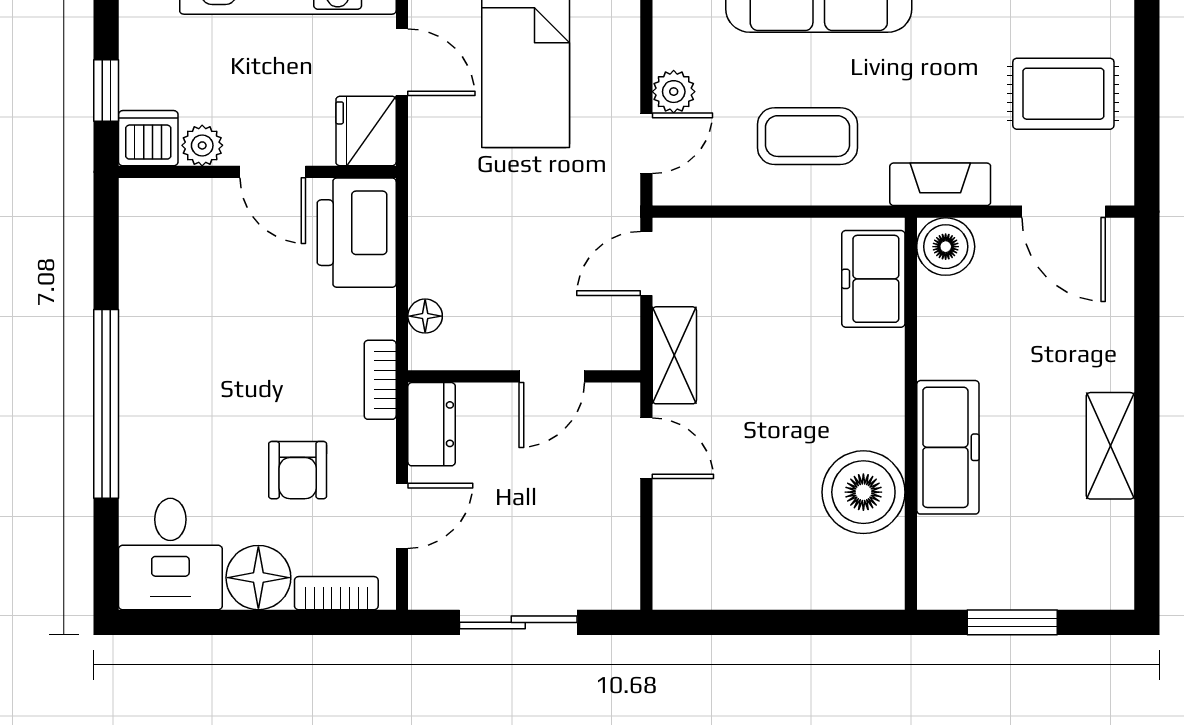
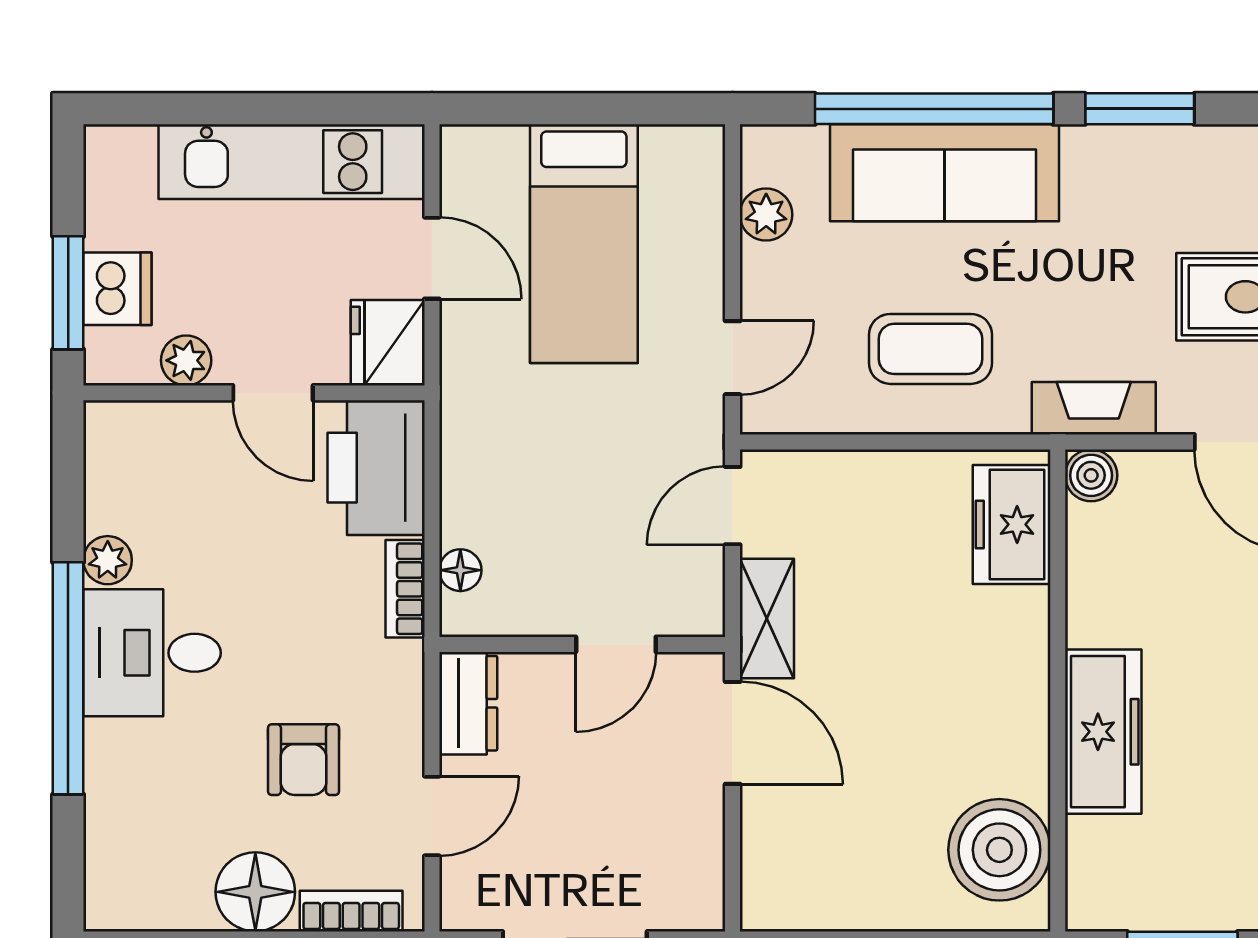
window: (106, 90) -> (68, 293), width x1.50
plant: (674, 92) -> (766, 215), moved
dishwasher: (148, 138) -> (117, 289), moved, turned 90
boiler: (946, 247) -> (1091, 475), width x0.73, depth x0.73
plant: (138, 308) -> (108, 560), added
bookcase: (380, 380) -> (405, 589), moved
door: (646, 448) -> (733, 733), width x1.38
boiler: (863, 492) -> (999, 850), moved
desk: (170, 554) -> (152, 653), moved, turned 90

